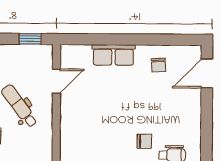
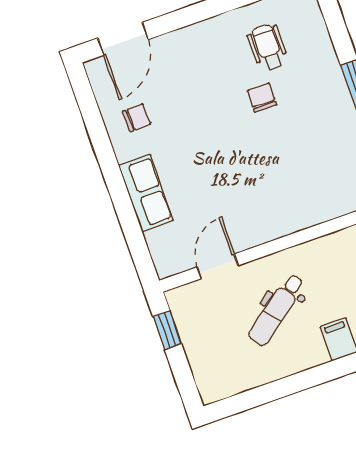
door: (207, 74) -> (123, 39), hinge flipped
door: (56, 81) -> (218, 266), hinge flipped

